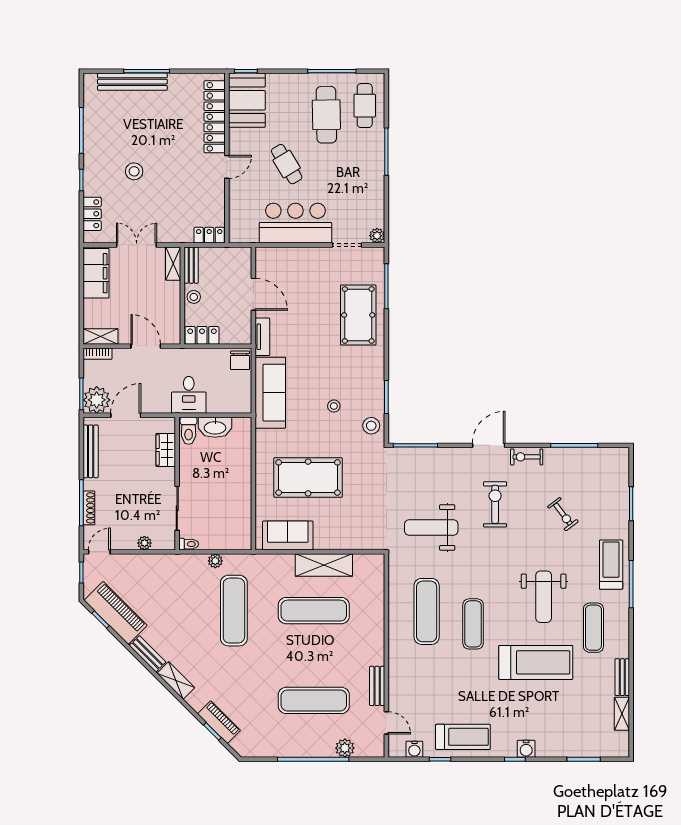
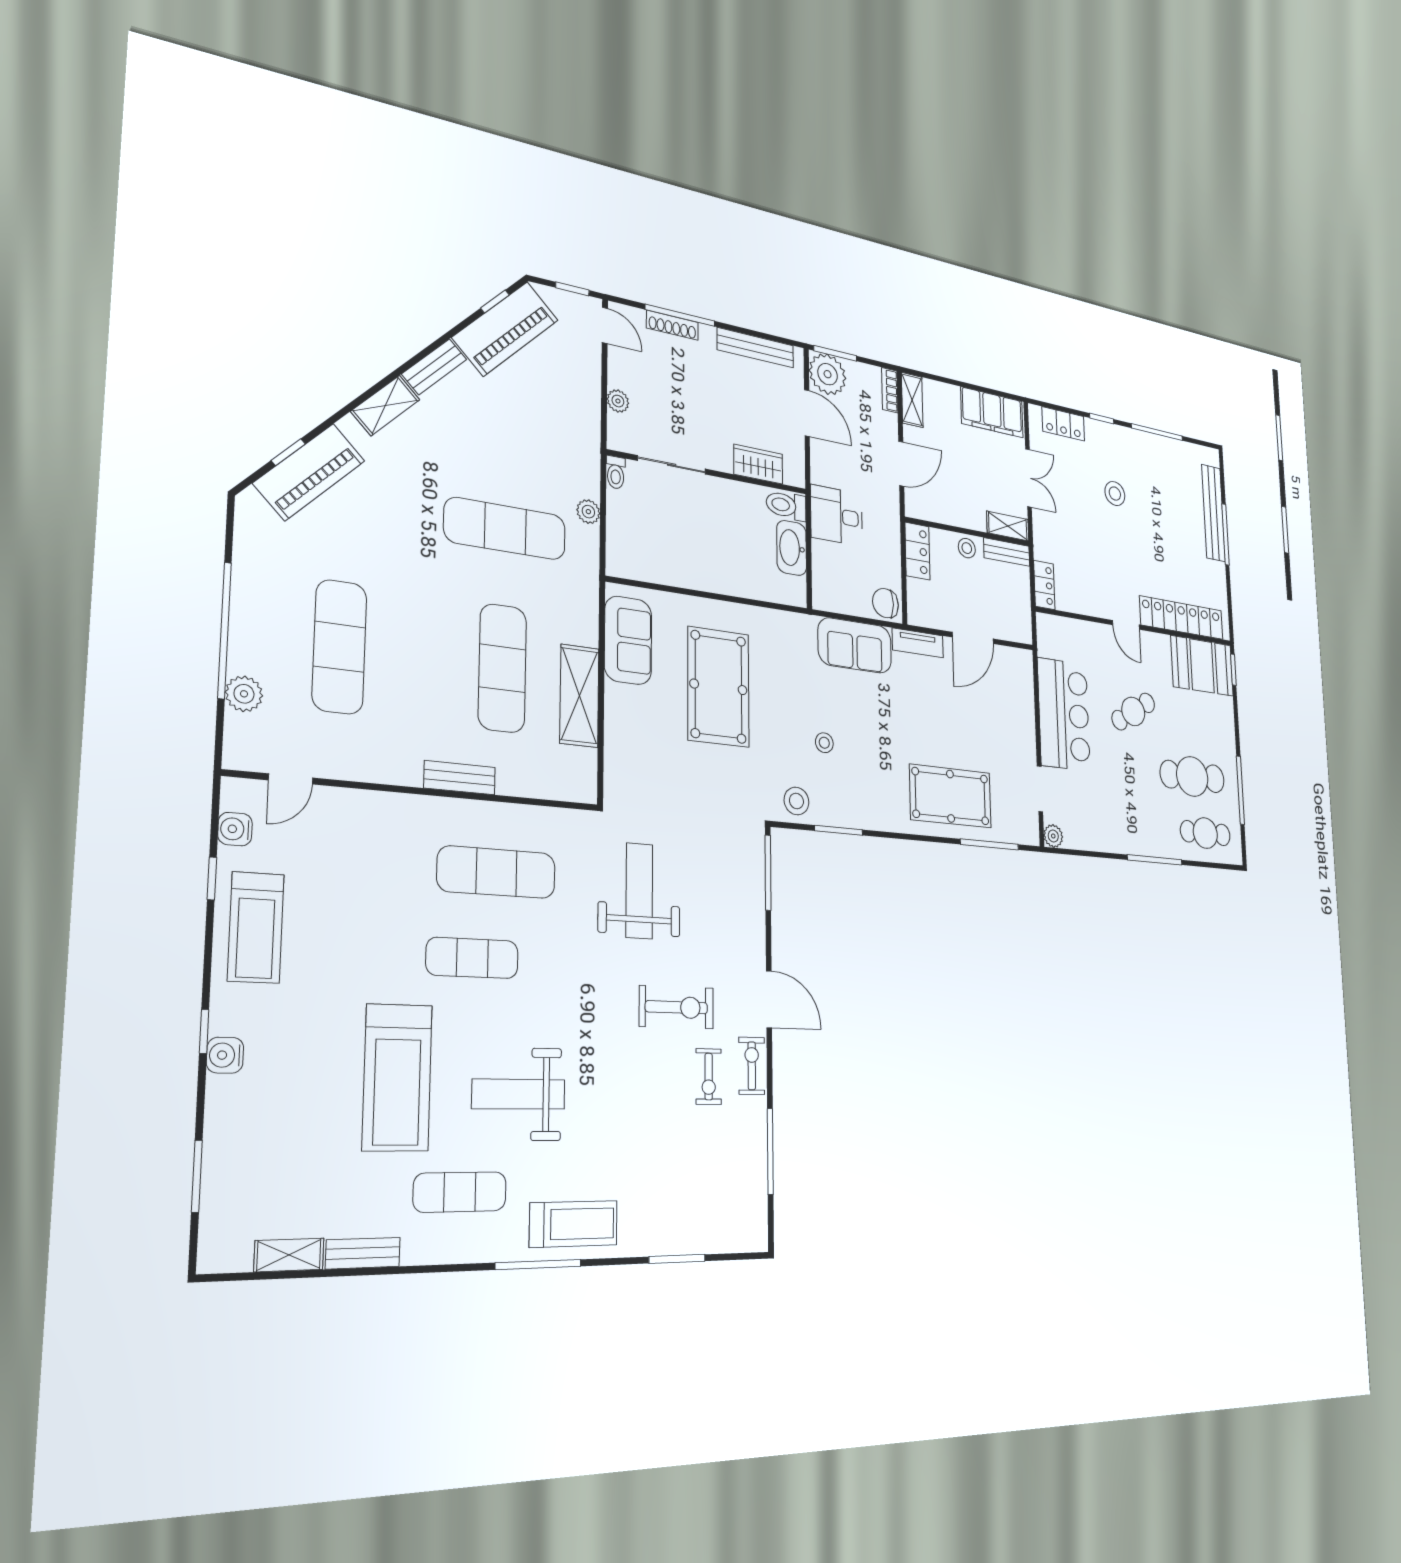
sofa: (270, 393) -> (855, 645), width x0.73
exercise bike: (563, 514) -> (709, 1077), moved, turned -53
bench: (377, 686) -> (460, 778), moved
piano: (219, 722) -> (309, 472), width x1.37, depth x1.33

